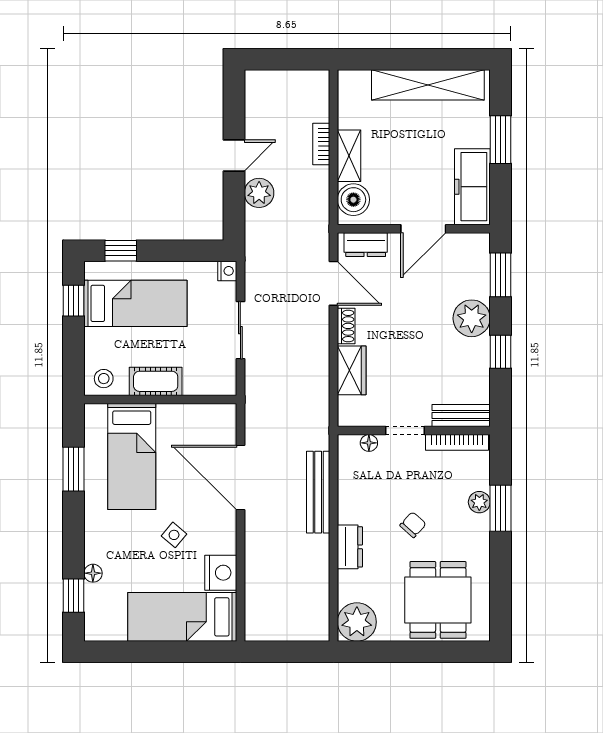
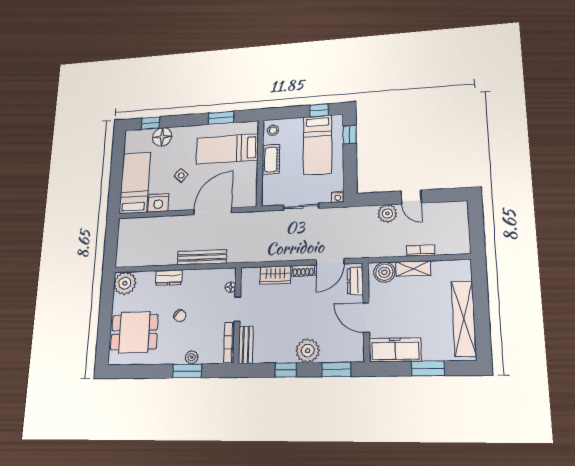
floor lamp: (93, 573) -> (162, 137), width x1.89, depth x1.89

